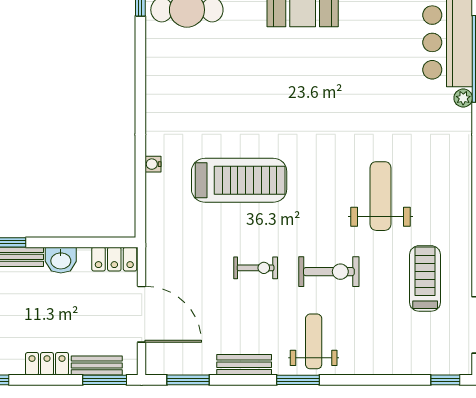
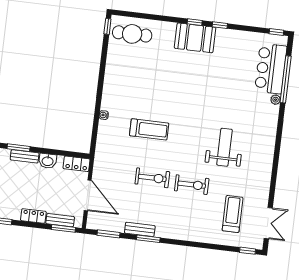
treadmill: (239, 180) -> (149, 129), width x0.73, depth x0.73
exercise bike: (256, 268) -> (152, 178), width x1.38, depth x1.39
treadmill: (425, 278) -> (233, 214), moved
weight bench: (314, 341) -> (179, 221), removed
window: (298, 380) -> (148, 239), moved

